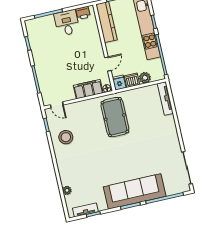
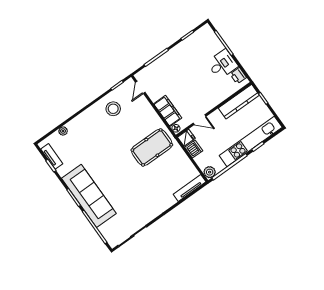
plant: (145, 78) -> (210, 172), moved

